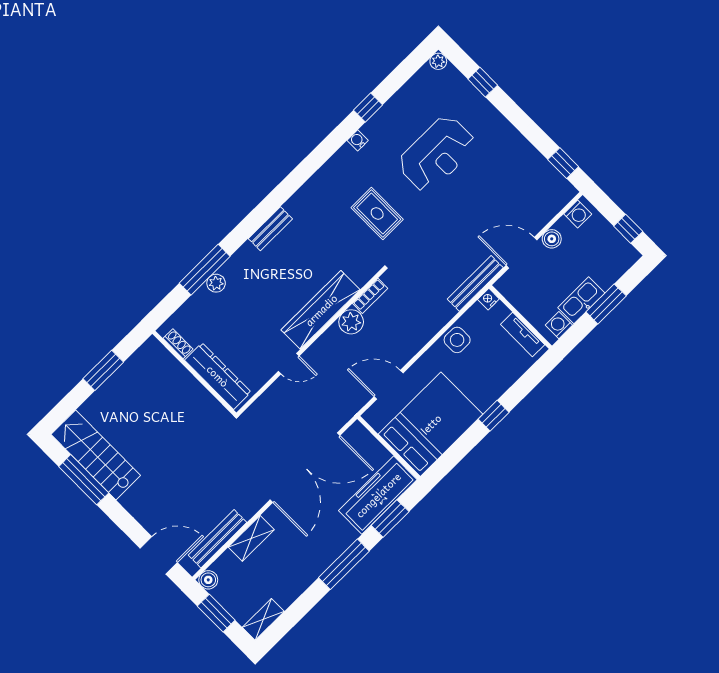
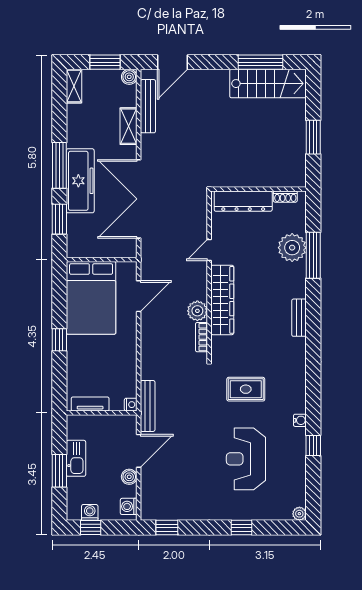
window: (483, 82) -> (242, 528), moved
plant: (216, 283) -> (292, 248), width x1.87, depth x1.87
washing machine: (559, 325) -> (90, 512), moved, turned -90
side table: (457, 340) -> (125, 362), removed
freezer: (378, 495) -> (80, 181), moved

